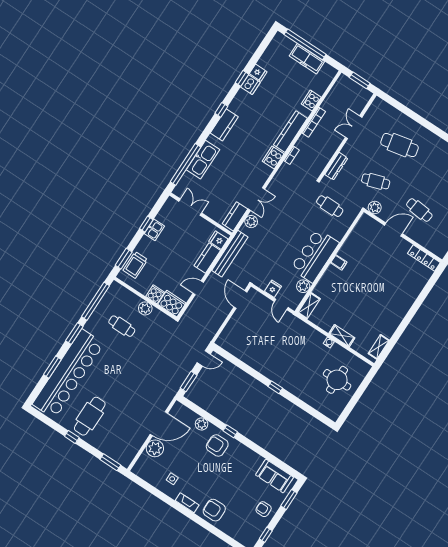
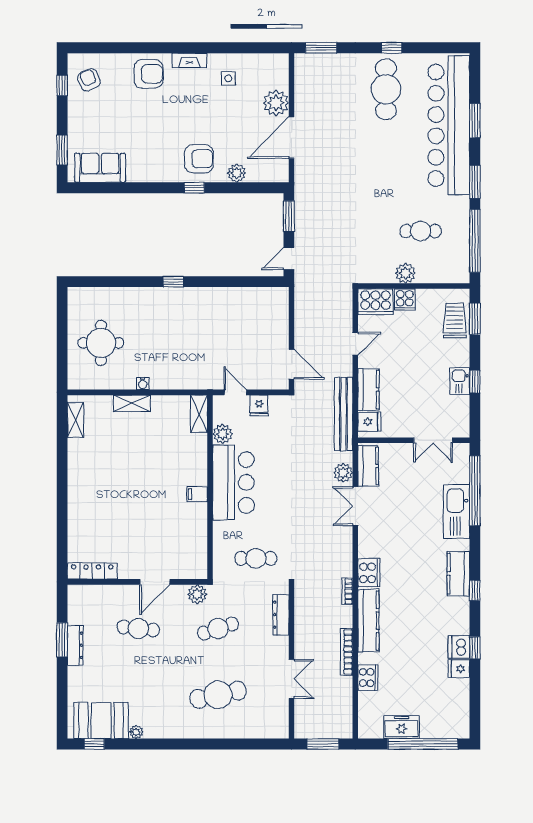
freezer: (307, 59) -> (402, 727), width x0.71
armchair: (264, 509) -> (89, 80), moved, turned -113

